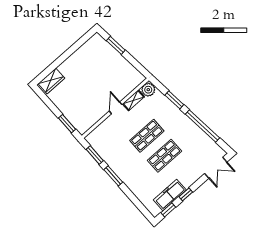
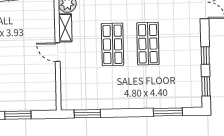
window: (67, 124) -> (18, 115), moved
window: (113, 176) -> (168, 112), moved
freezer: (170, 195) -> (192, 72), removed

